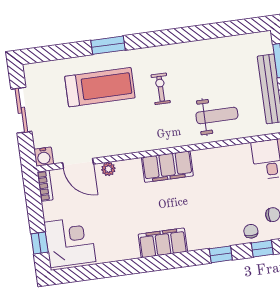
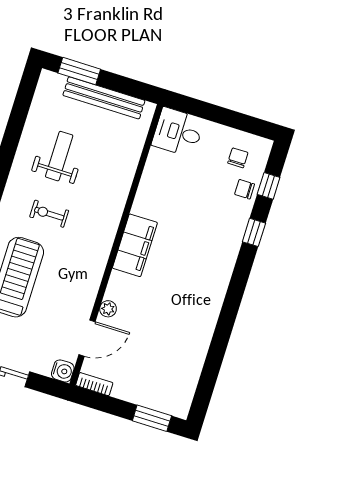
weight bench: (217, 115) -> (59, 156), moved
corner desk: (70, 242) -> (166, 386), removed
window: (40, 243) -> (152, 418), width x1.50
filing cabinet: (163, 243) -> (213, 288), removed

